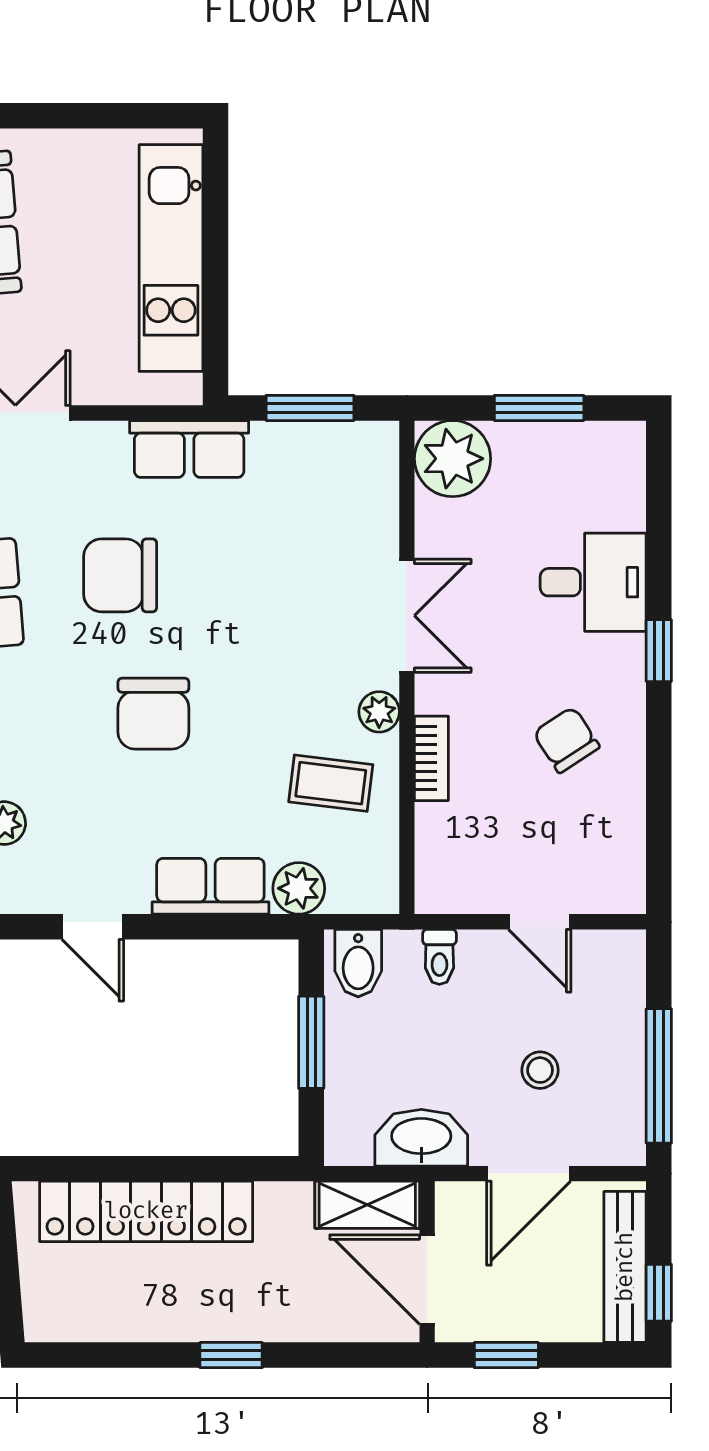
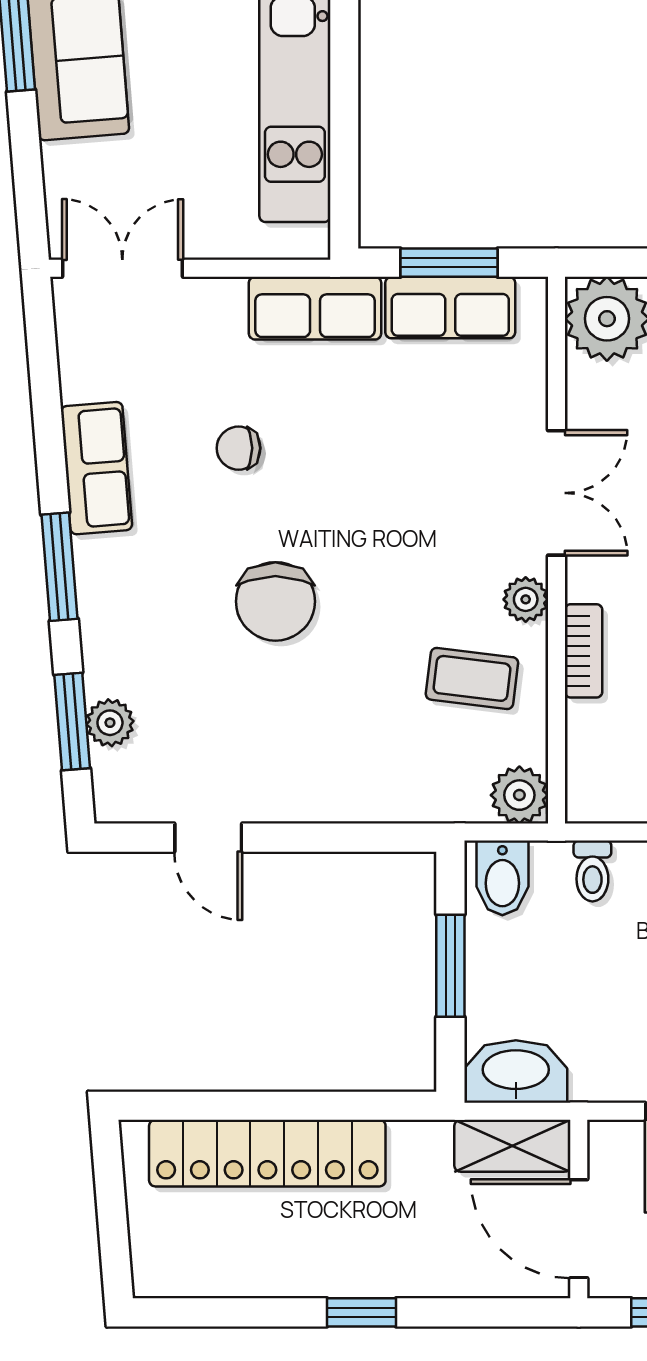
chair: (120, 575) -> (239, 448), width x0.54, depth x0.54
row of seats: (210, 886) -> (450, 307), moved, turned 180
plant: (299, 888) -> (519, 795), moved
washbasin: (421, 1138) -> (516, 1071), moved

